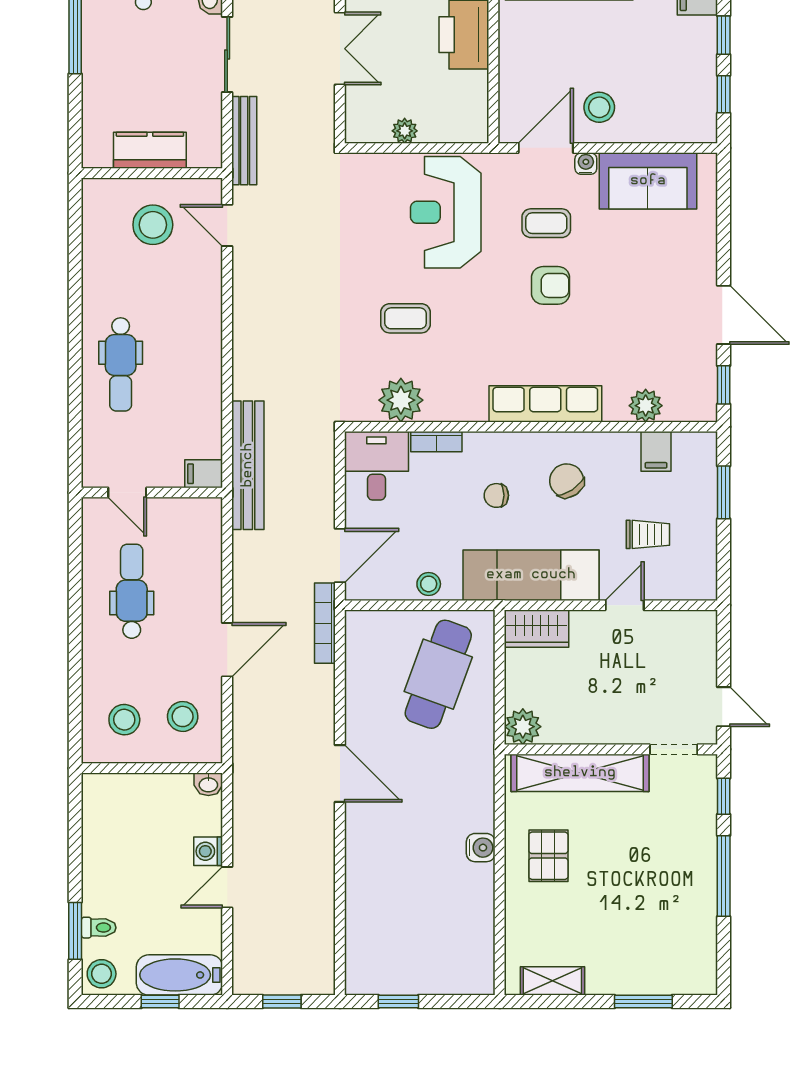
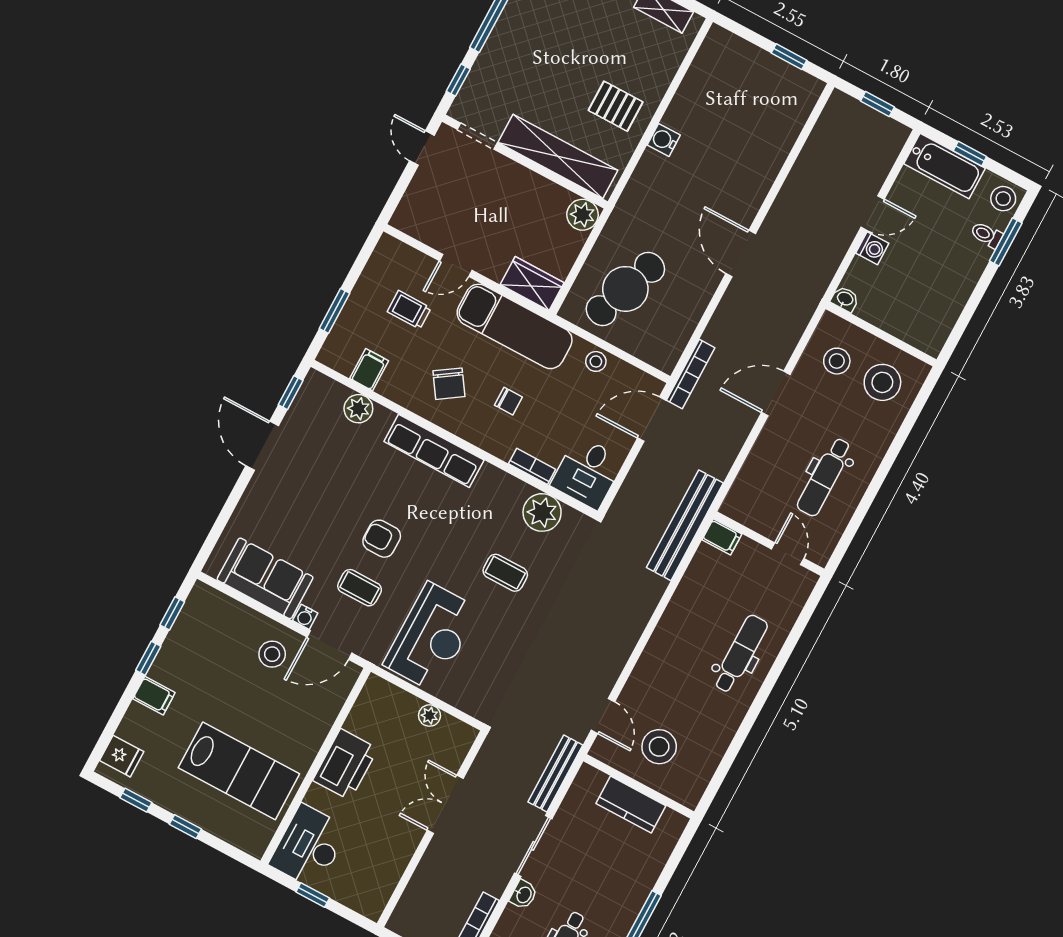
stool: (124, 720) -> (882, 382), width x1.38, depth x1.38
pallet: (548, 856) -> (616, 106), turned 90

